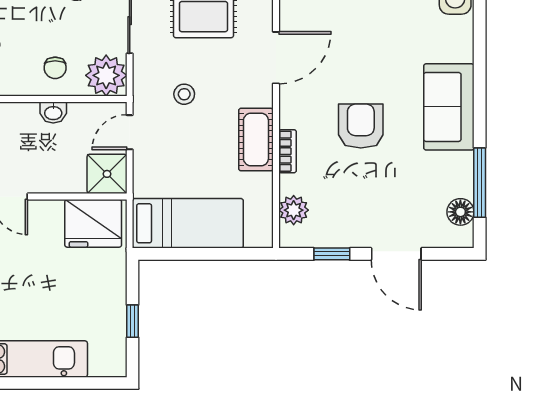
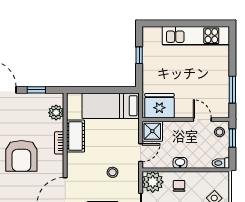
armchair: (361, 126) -> (21, 156), width x1.36, depth x1.36
cot: (256, 140) -> (75, 136), moved

